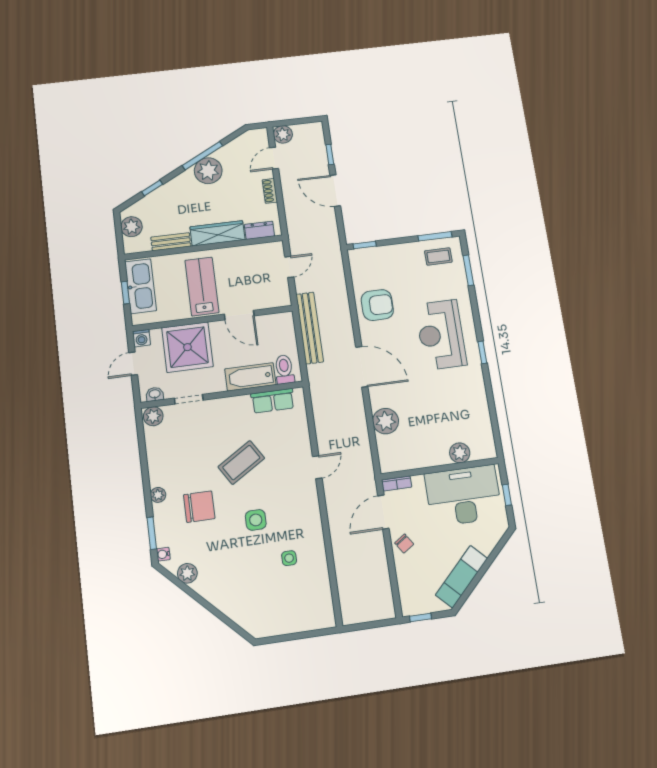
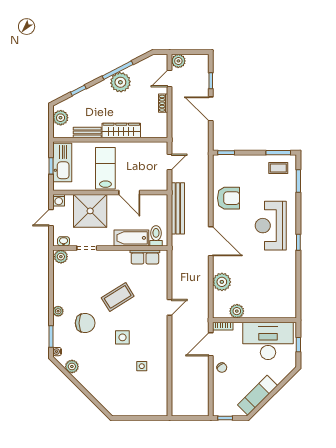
dresser: (259, 230) -> (152, 132), removed
plant: (460, 453) -> (237, 311), moved

